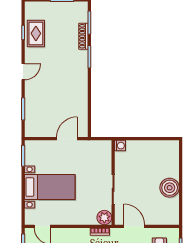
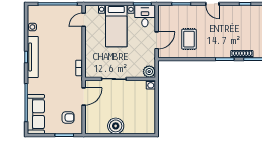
rug: (36, 33) -> (189, 39), moved, turned 90
door: (67, 139) -> (157, 40), hinge flipped
desk: (38, 153) -> (145, 16), added
plant: (104, 218) -> (149, 72), moved

